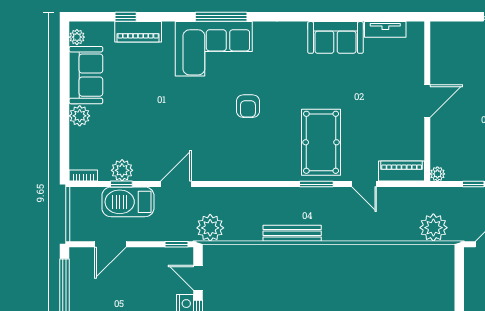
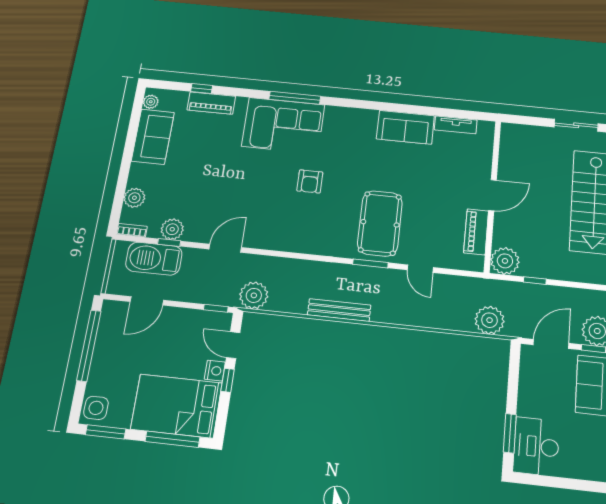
plant: (80, 116) -> (134, 198), moved
piano: (402, 171) -> (476, 232), moved, turned -90
plant: (437, 174) -> (505, 261), width x1.88, depth x1.88
barbecue: (128, 202) -> (154, 259), moved

